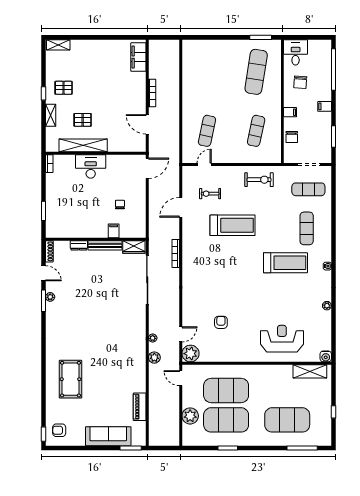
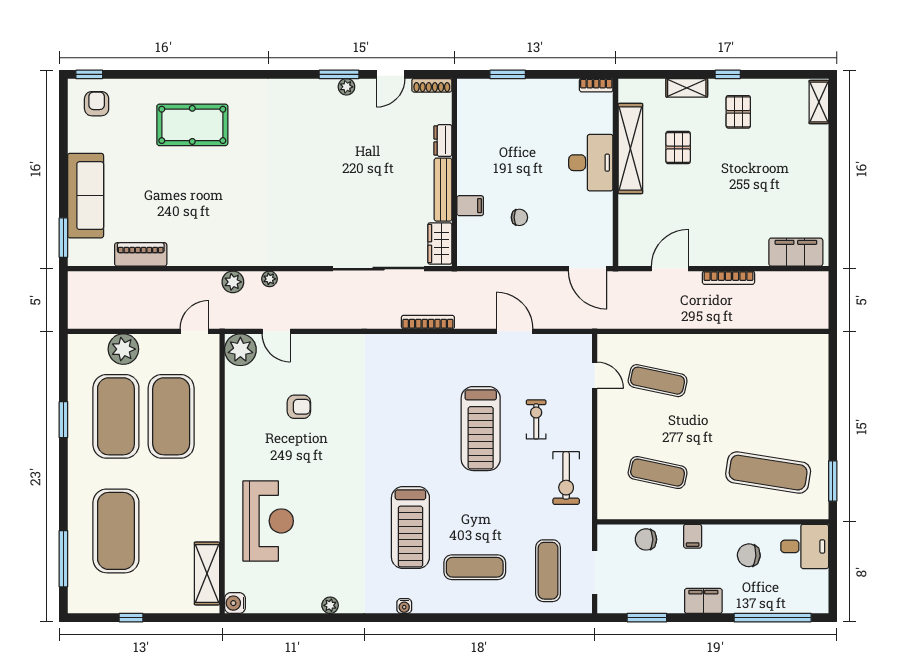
filing cabinet: (325, 106) -> (703, 601), width x2.00
exercise bike: (210, 194) -> (536, 419), moved

